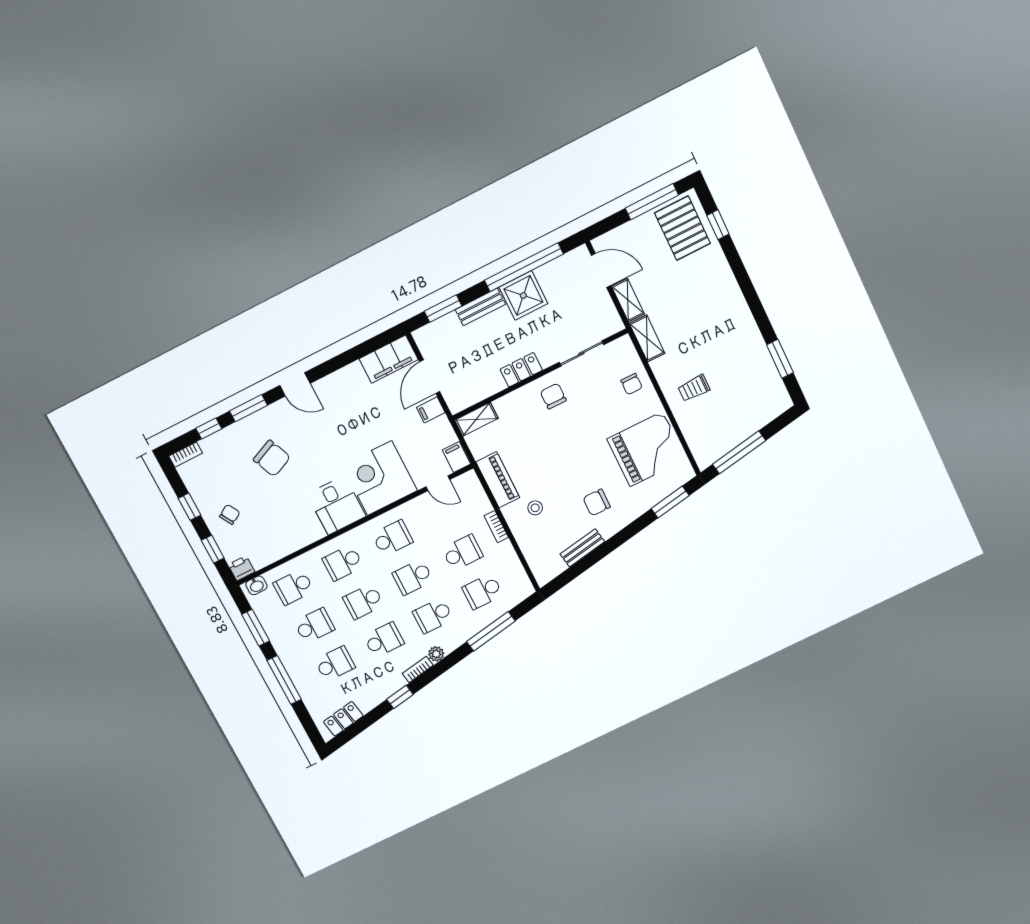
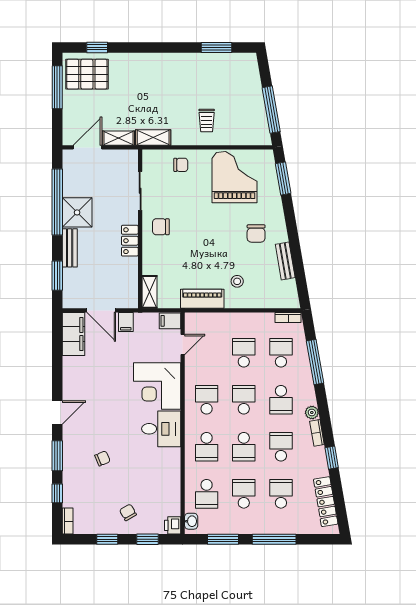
chair: (272, 458) -> (102, 458), width x0.54, depth x0.54
bookcase: (496, 527) -> (288, 318), moved
school desk: (413, 577) -> (244, 400), turned 180
school desk: (482, 591) -> (281, 353), turned 180
locker: (343, 719) -> (326, 502), width x1.53

